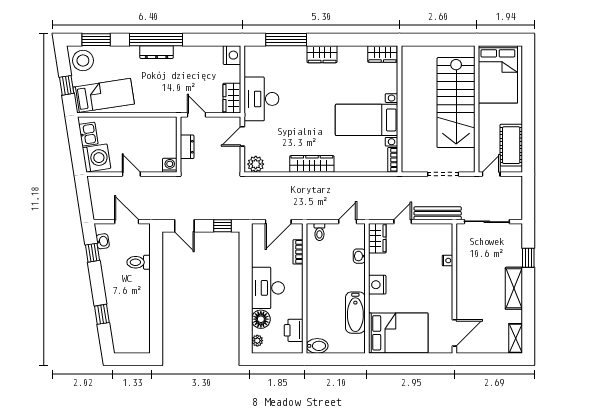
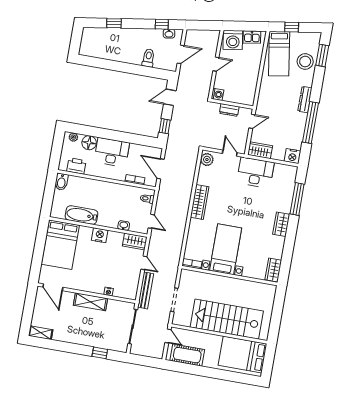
window: (156, 40) -> (311, 122), moved
stool: (83, 61) -> (305, 61), moved
shelving: (514, 288) -> (90, 302), moved

